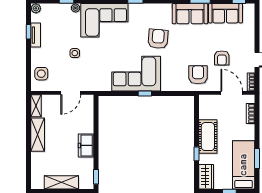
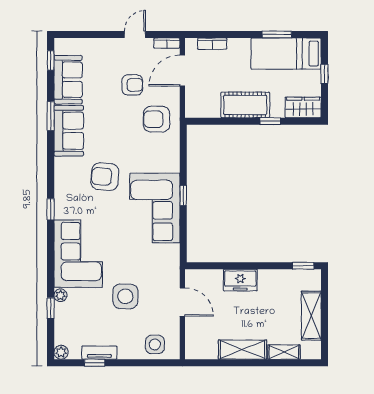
side table: (75, 53) -> (125, 296), width x1.87, depth x1.87
shelving: (36, 106) -> (284, 352), moved
freezer: (86, 145) -> (240, 280), moved

